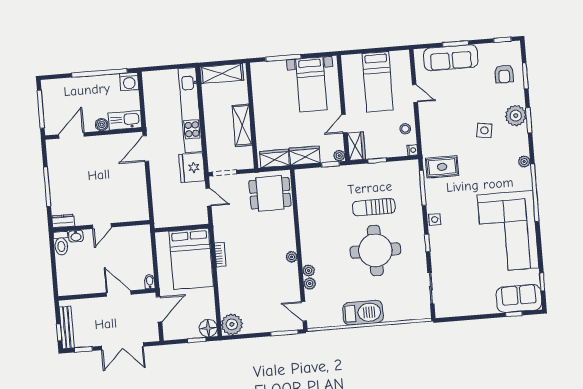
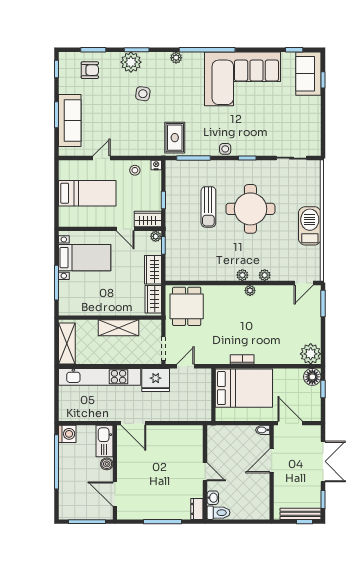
plant: (310, 284) -> (242, 275), moved

